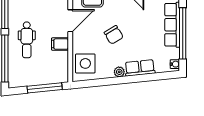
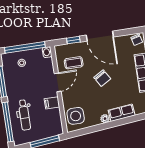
chair: (114, 35) -> (102, 78), moved
dental chair: (27, 40) -> (24, 115), moved

